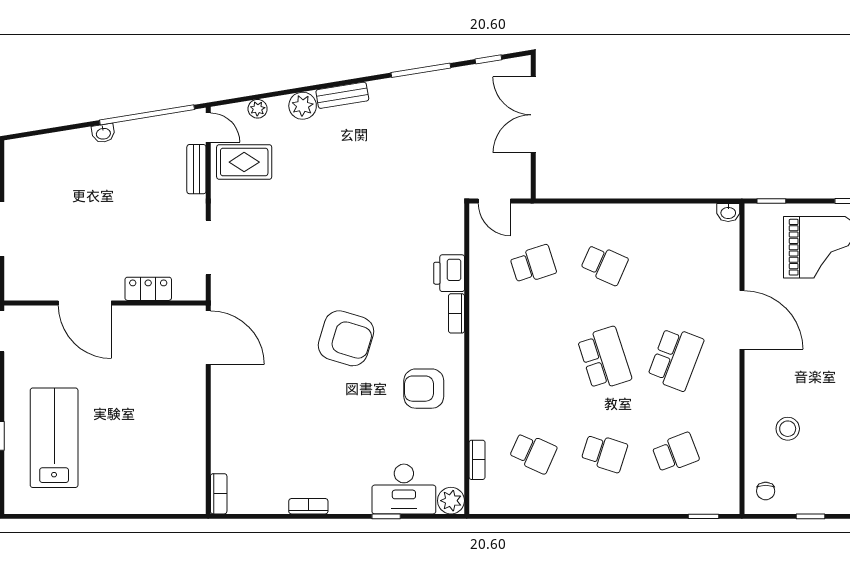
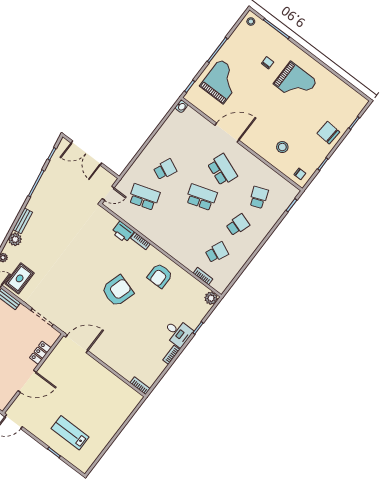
school desk: (533, 264) -> (144, 197), width x1.85
lab bench: (54, 438) -> (70, 433), width x0.73, depth x0.72
desk: (404, 489) -> (178, 333), moved, width x0.73

